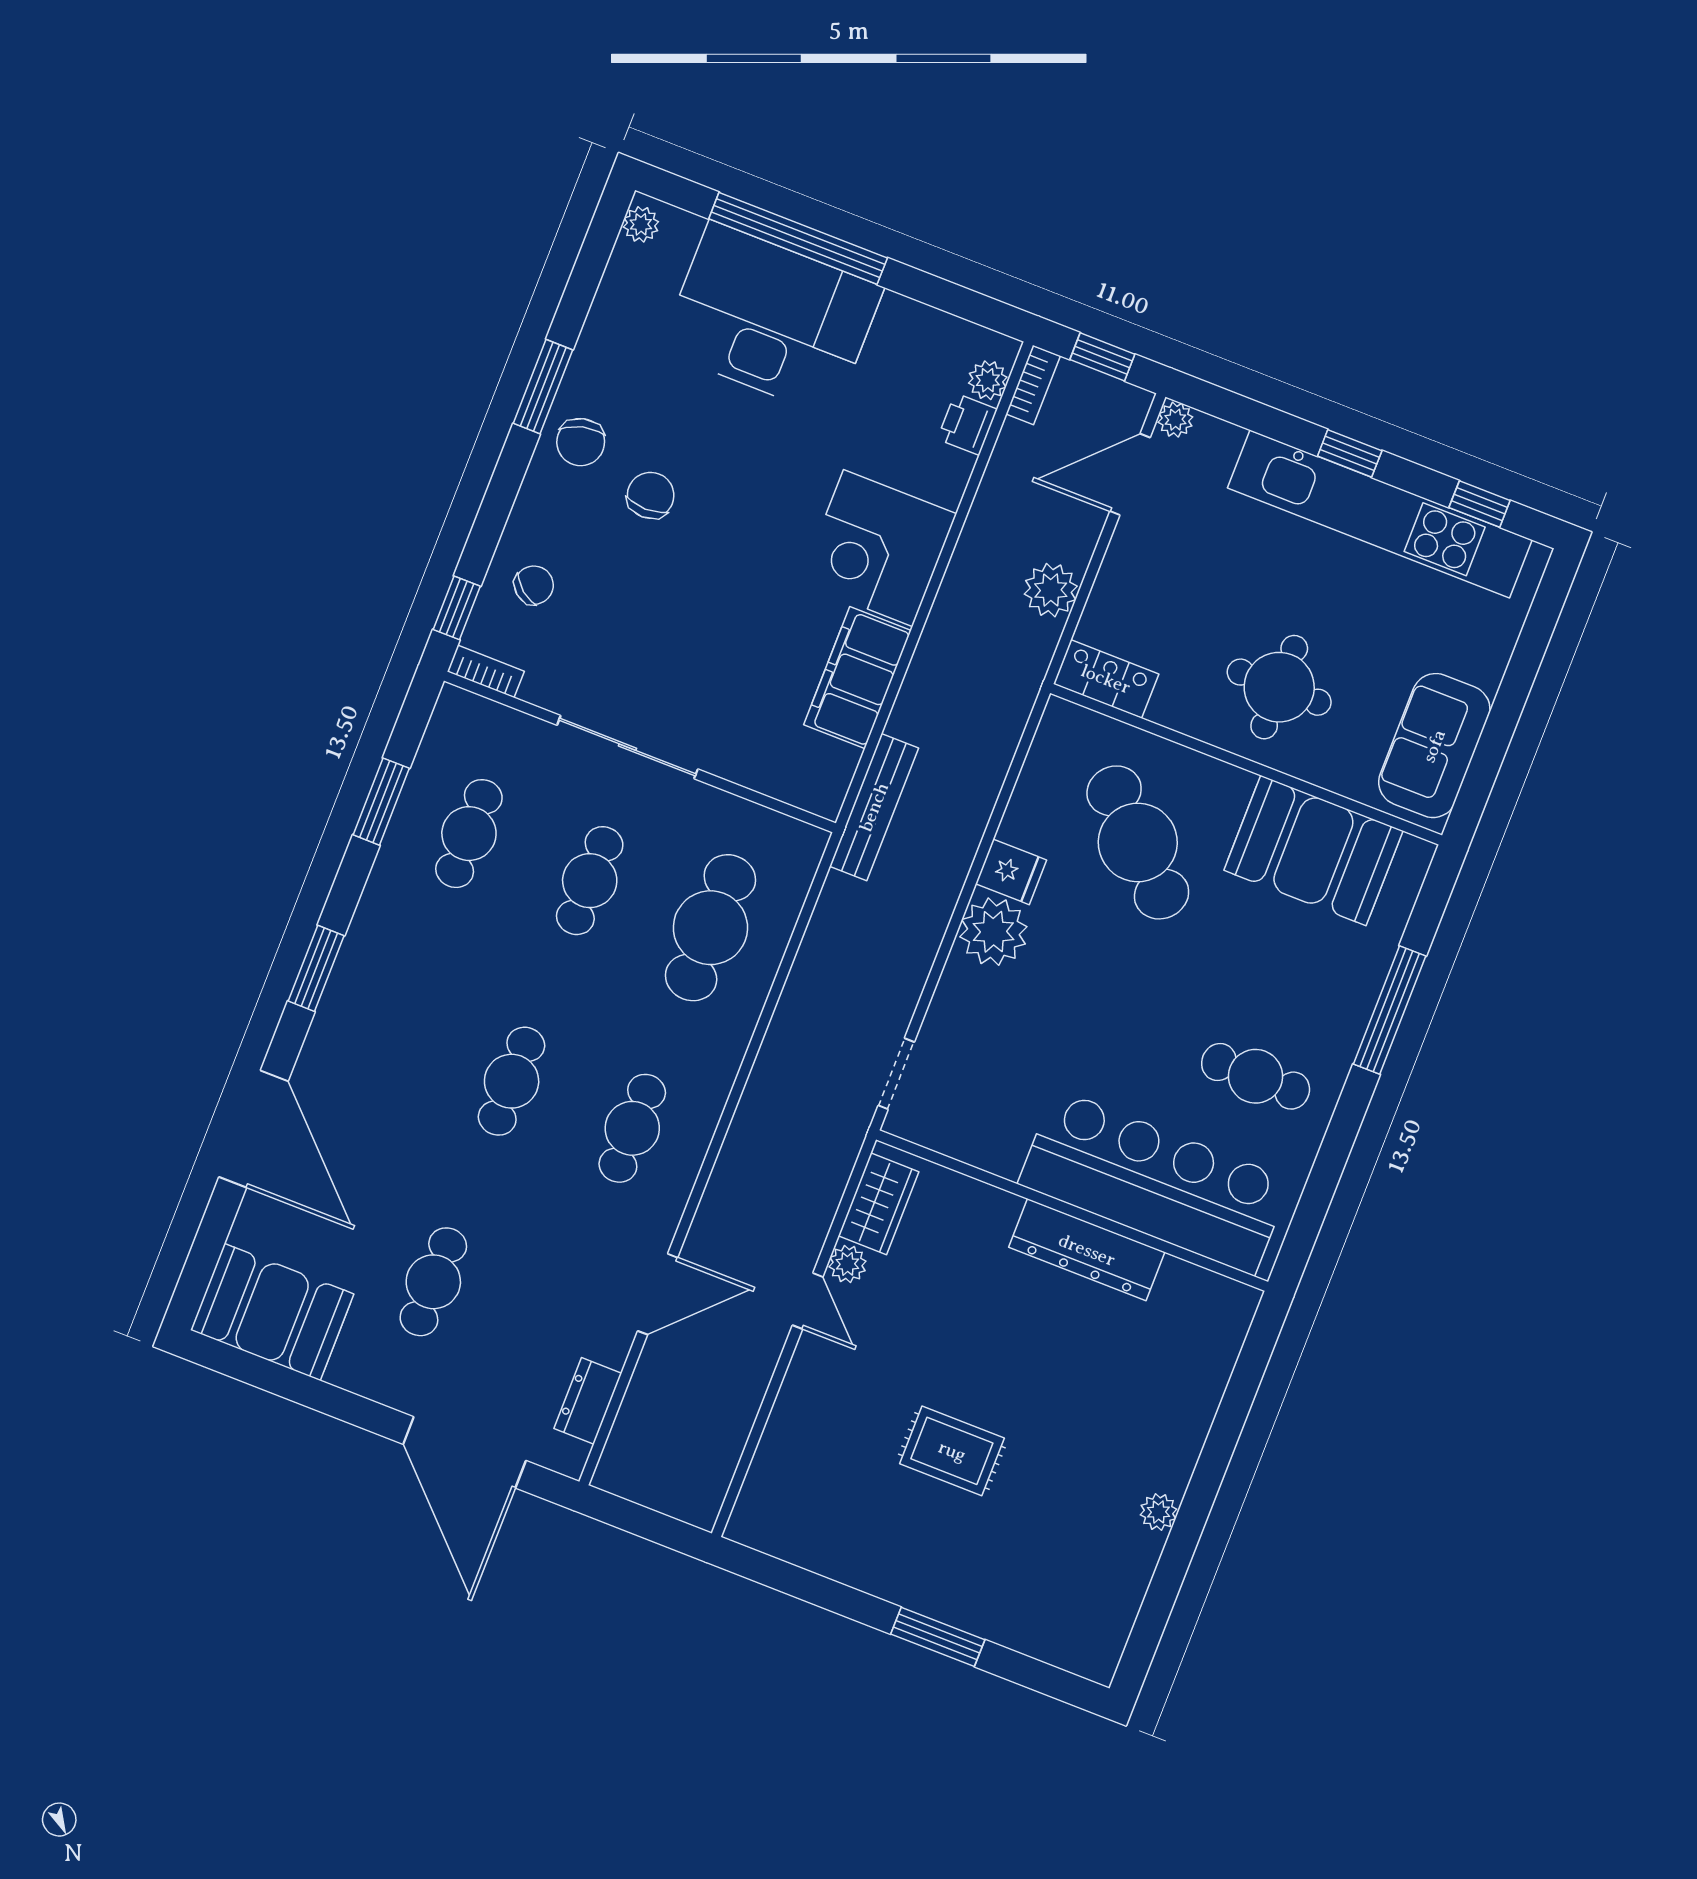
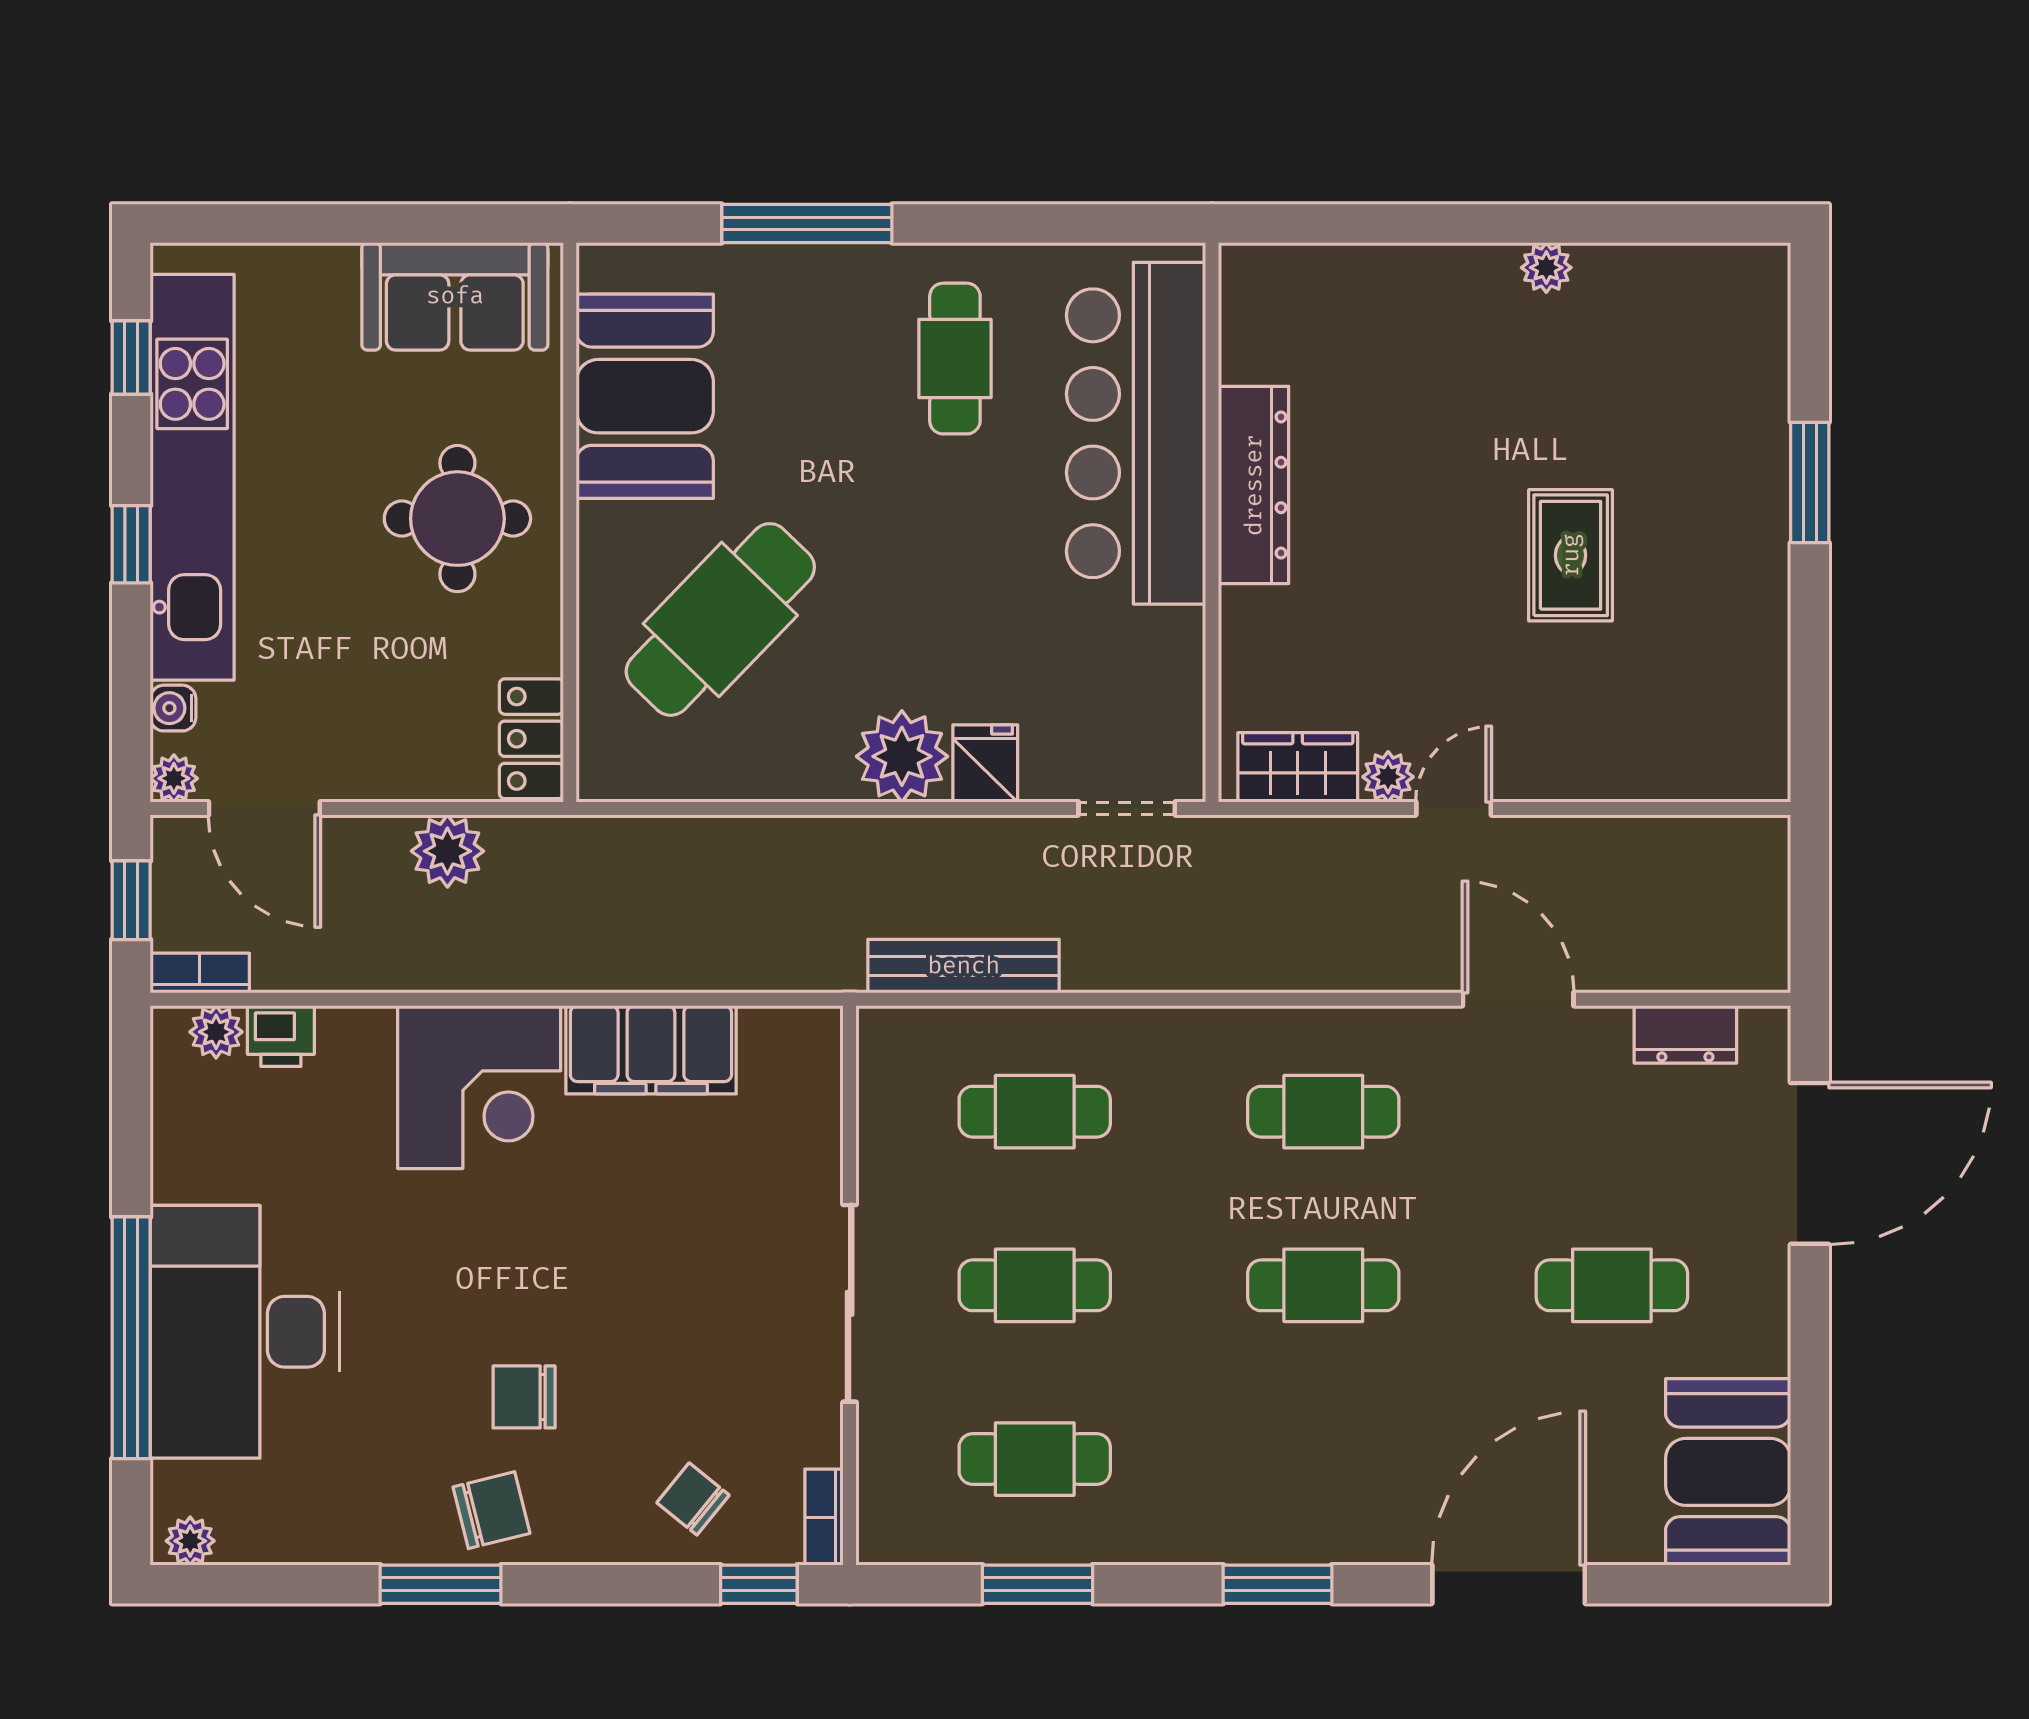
water cooler: (1224, 438) -> (173, 708), added
bench: (874, 807) -> (964, 966), moved
fridge: (1011, 872) -> (985, 763), moved
cafe table: (710, 928) -> (1035, 1112), width x0.73, depth x0.74

